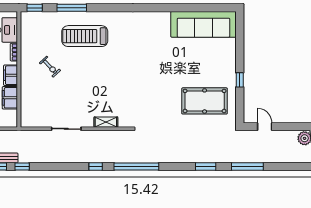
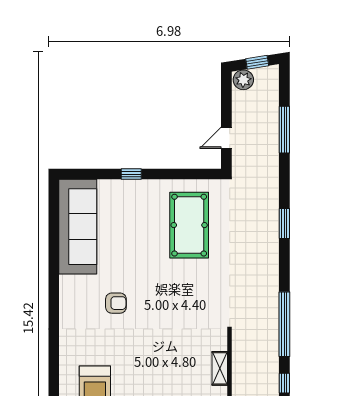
armchair: (151, 51) -> (116, 303), added
window: (240, 80) -> (131, 174), moved
window: (247, 167) -> (284, 130), moved

